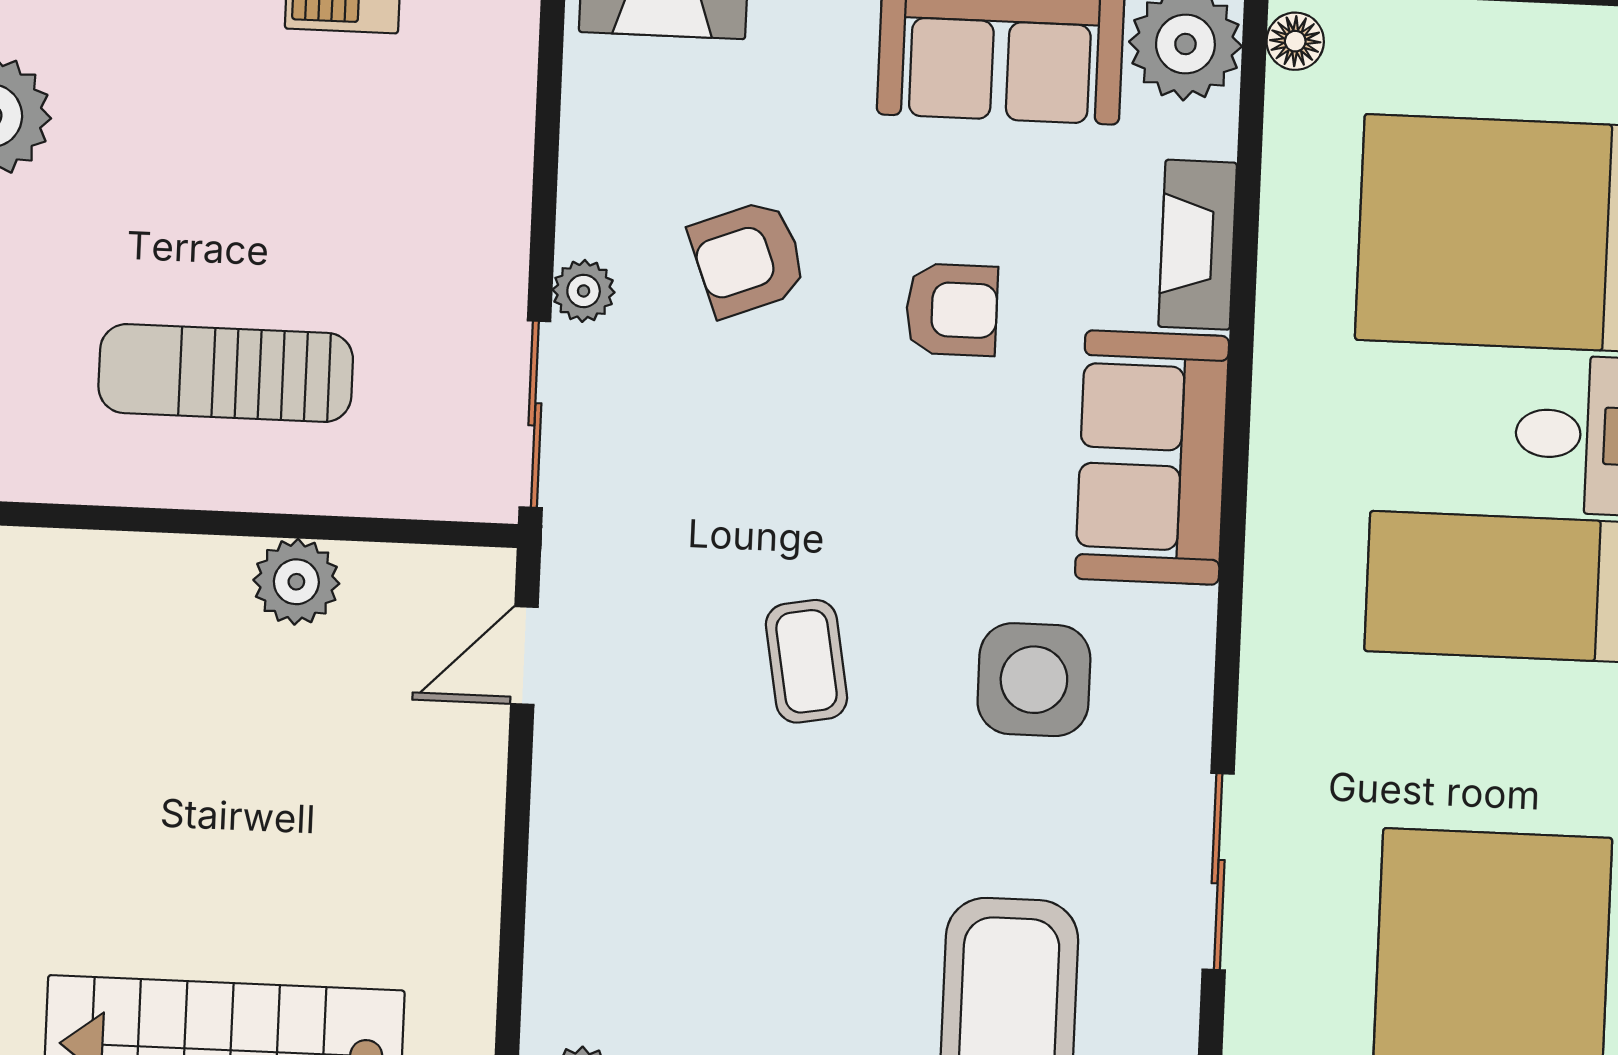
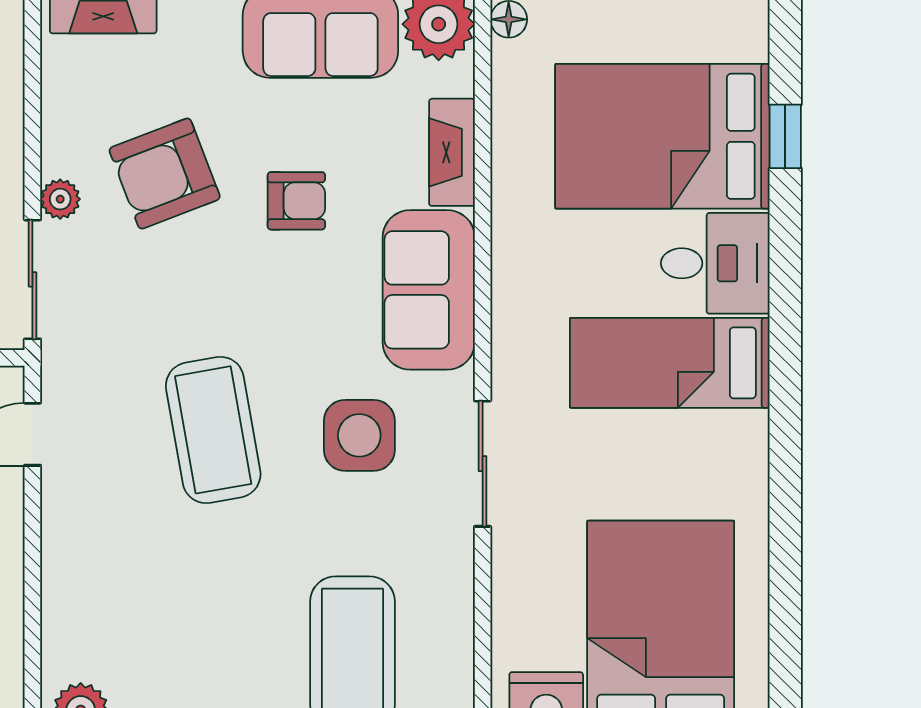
armchair: (748, 258) -> (165, 174), width x1.38, depth x1.38
coffee table: (806, 661) -> (213, 430), width x1.86, depth x1.72
sliding door: (1218, 872) -> (483, 464), moved

